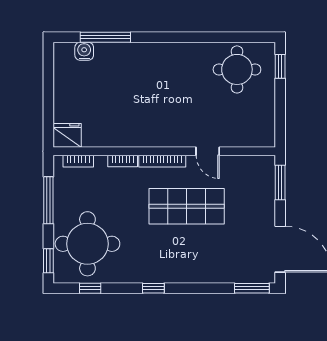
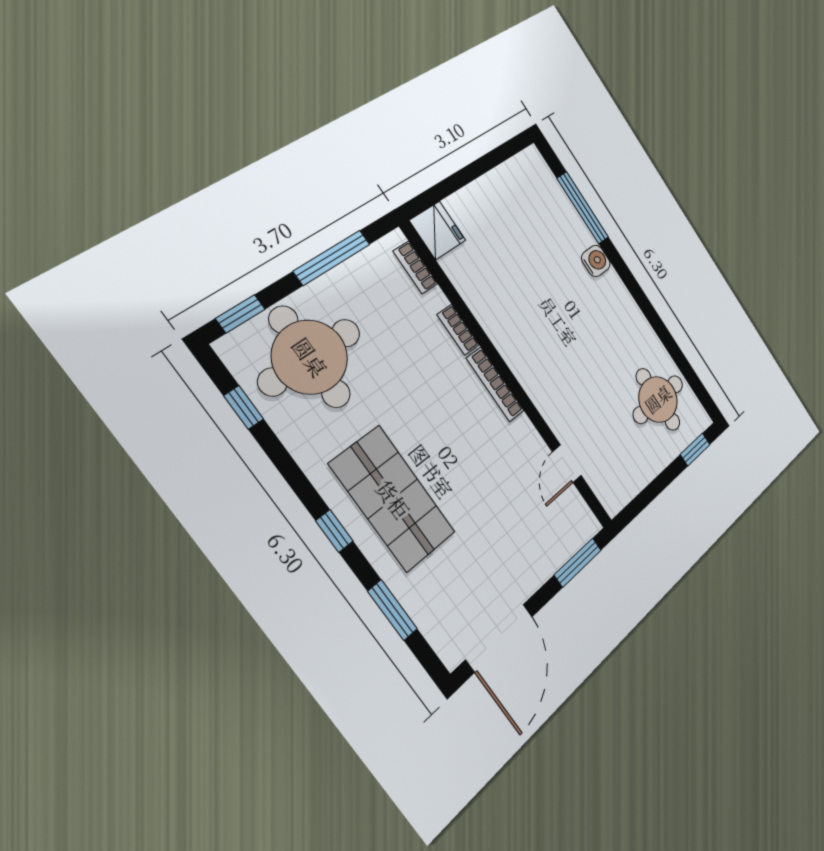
water cooler: (84, 51) -> (596, 261), moved
door: (208, 151) -> (567, 464), moved
shop shelf: (187, 206) -> (393, 499), moved
window: (153, 288) -> (334, 531), moved
window: (252, 288) -> (392, 610), moved

